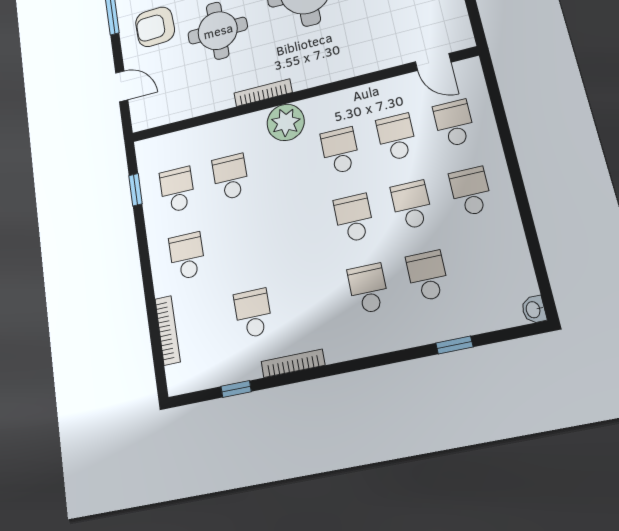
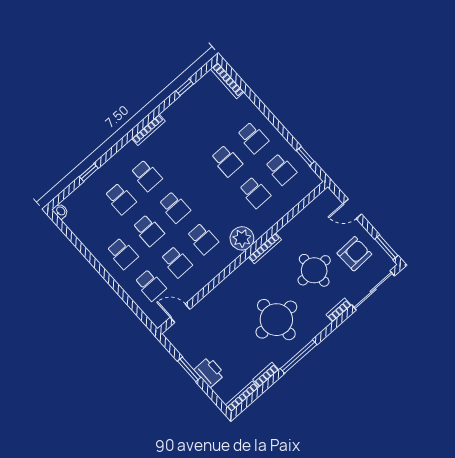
school desk: (253, 313) -> (227, 161), moved
bookcase: (168, 330) -> (227, 80), moved
bookcase: (293, 363) -> (148, 130), moved

